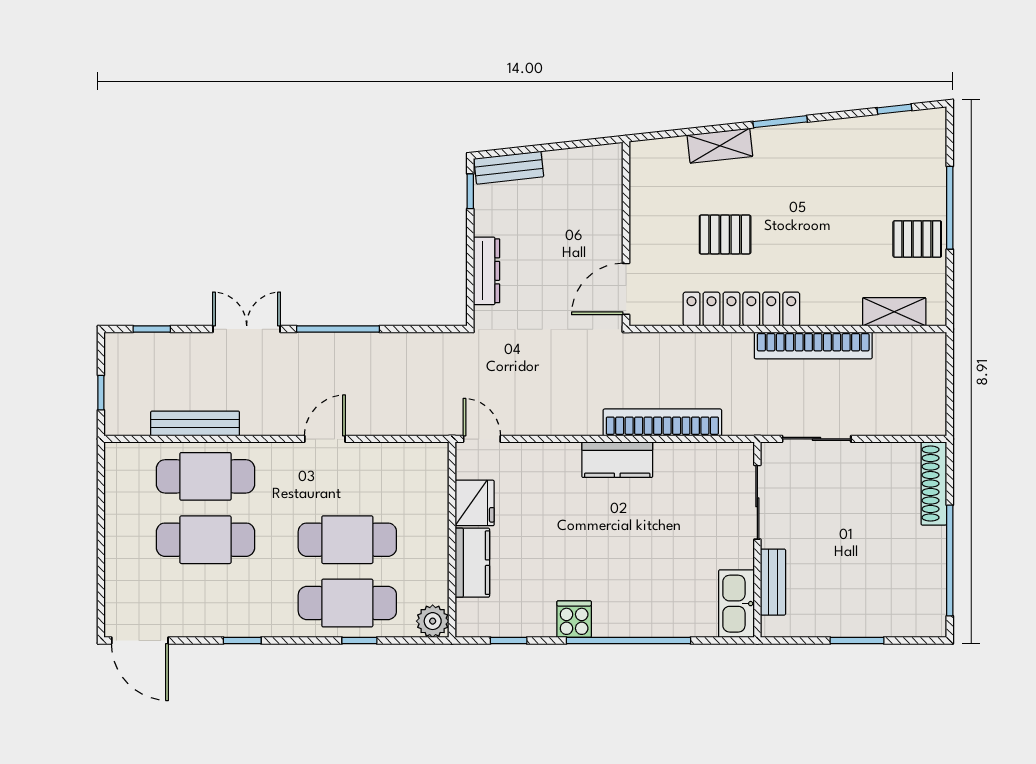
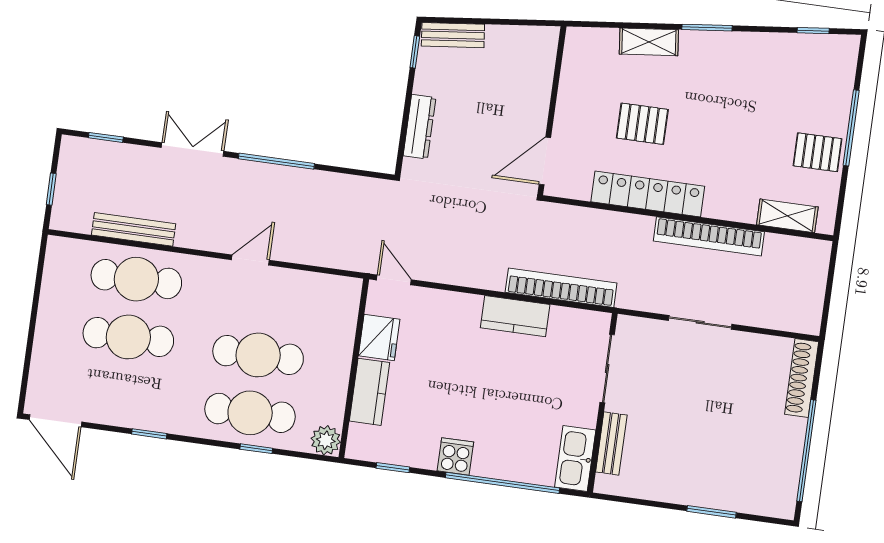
sliding door: (757, 502) -> (607, 368), moved
wall: (757, 540) -> (602, 403), moved
bench: (773, 582) -> (611, 444), moved
kitchen sink: (736, 604) -> (575, 459), moved

